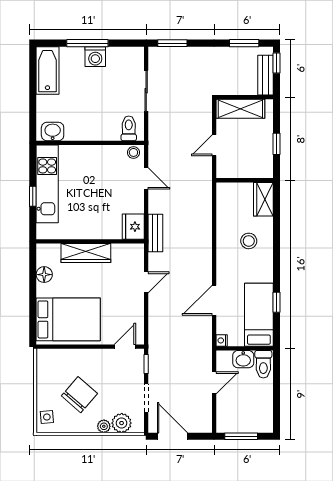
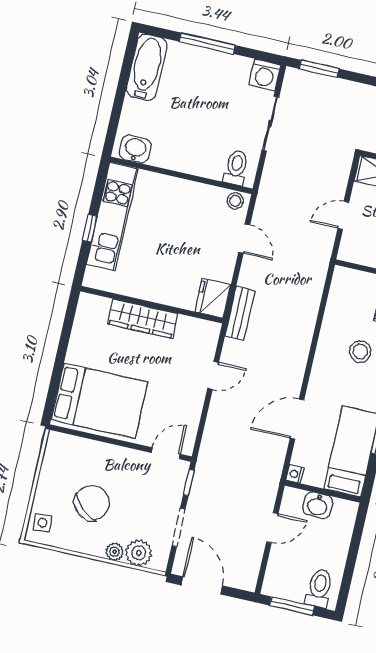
washing machine: (95, 57) -> (265, 75), moved
floor lamp: (44, 275) -> (81, 335), removed
toilet: (263, 364) -> (319, 588), moved, turned 180

